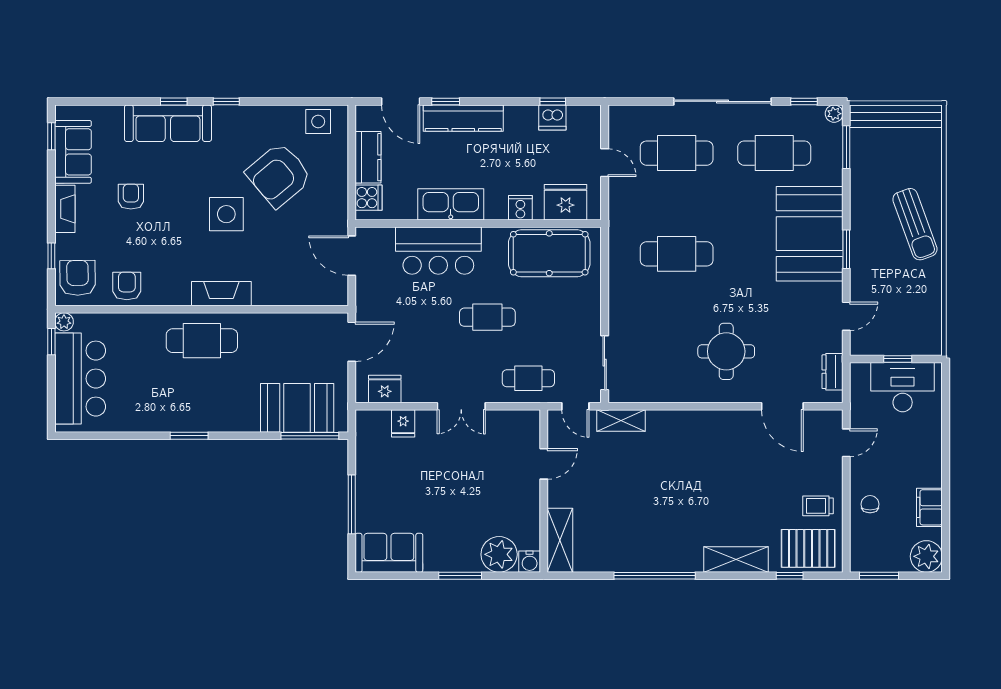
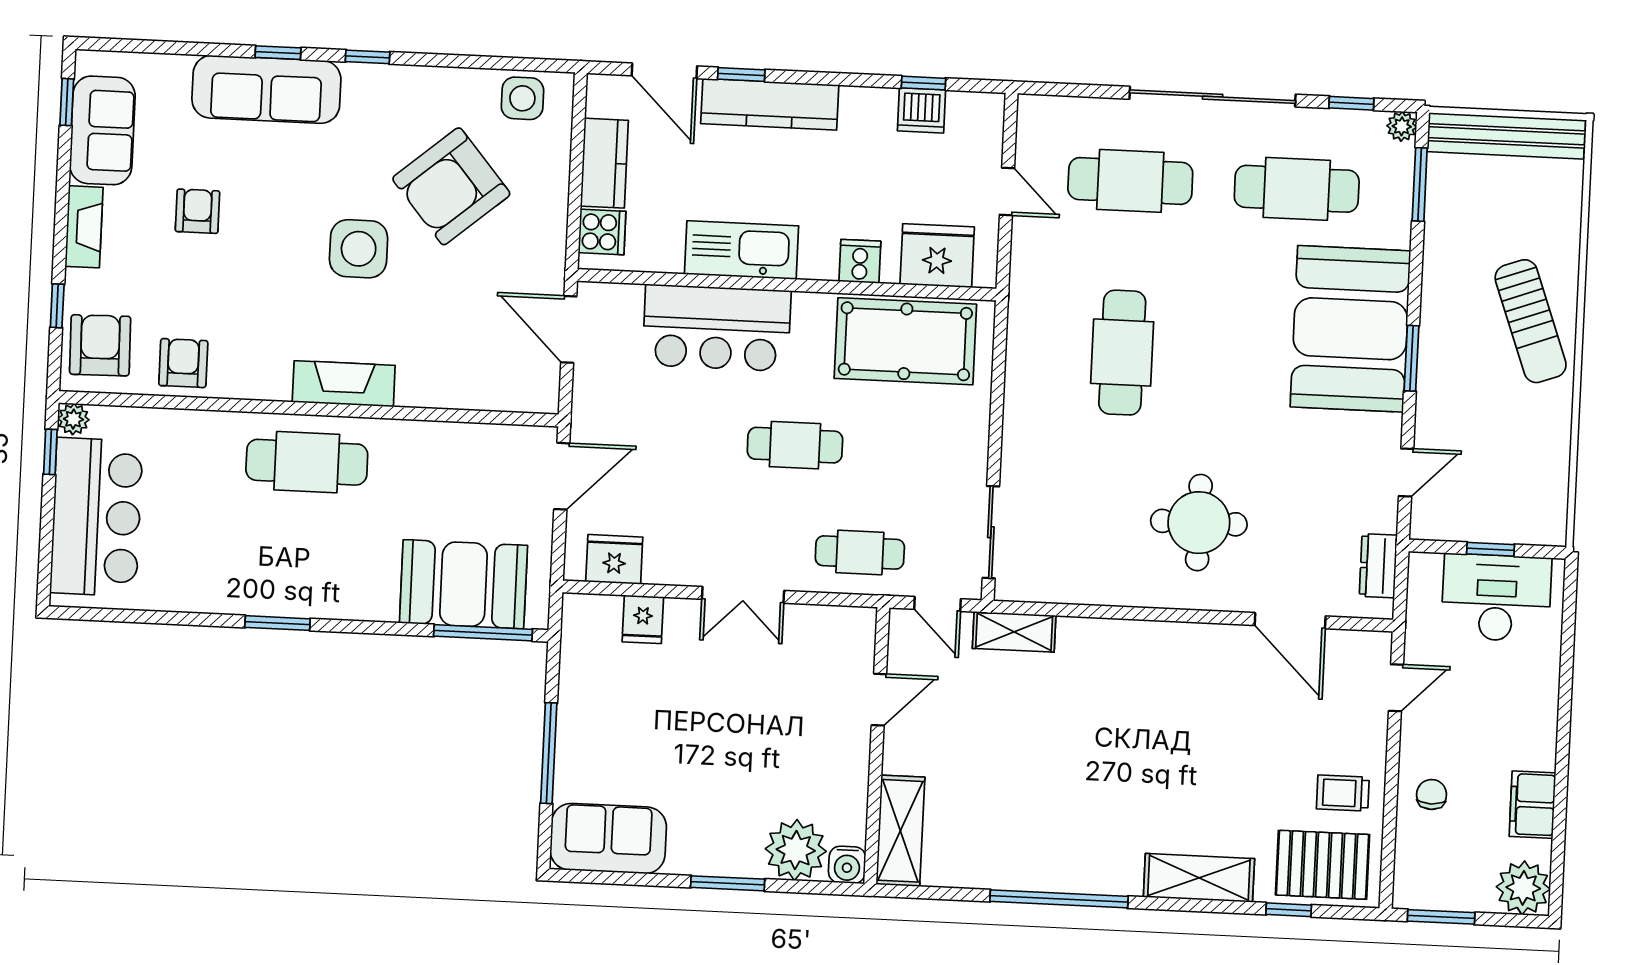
cafe table: (677, 254) -> (1122, 353), turned 90

